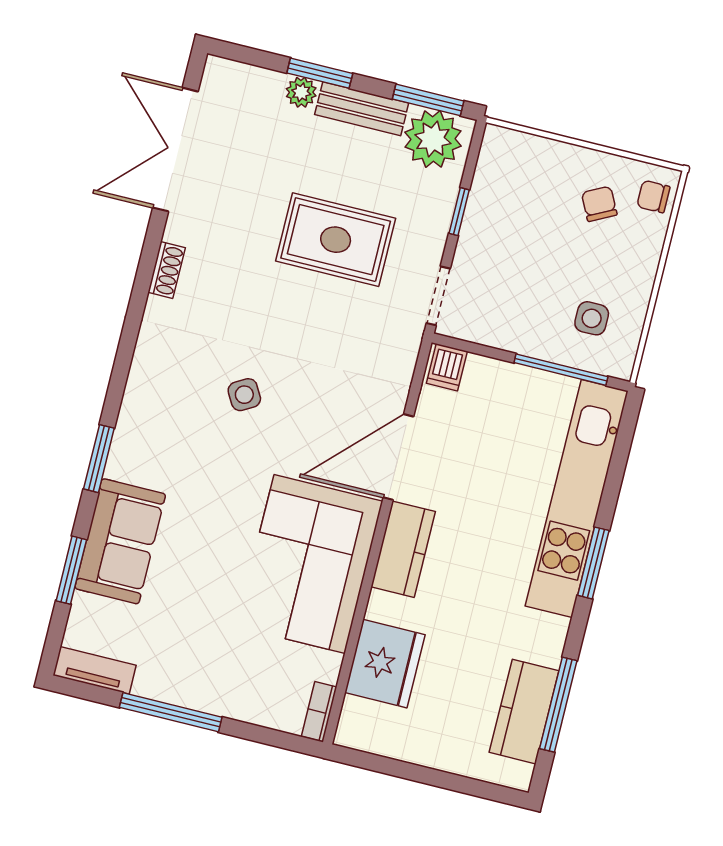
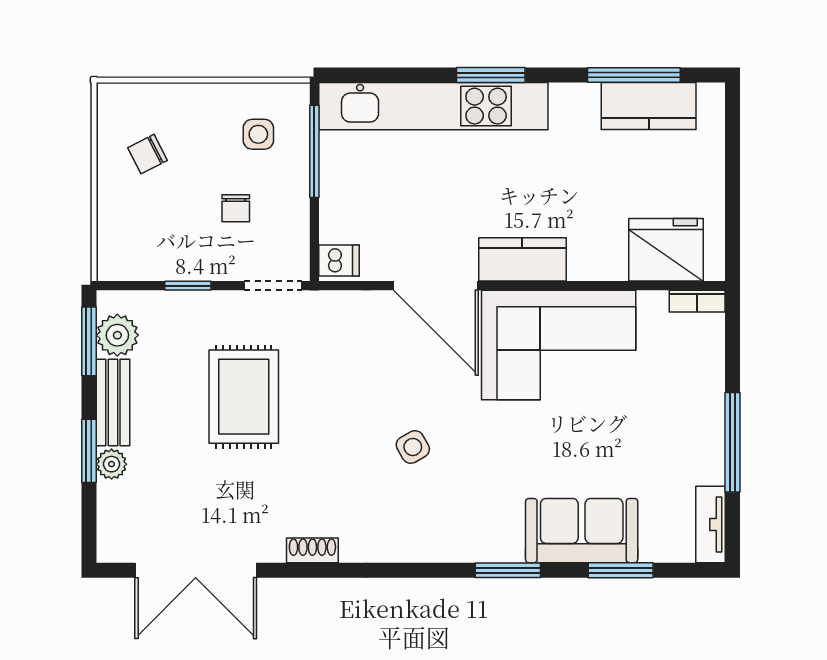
plant: (433, 139) -> (117, 335), width x0.73, depth x0.73
chair: (653, 197) -> (236, 208), moved
fridge: (385, 664) -> (666, 250), moved

